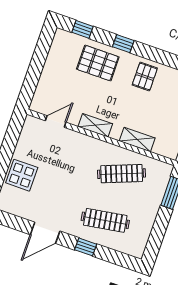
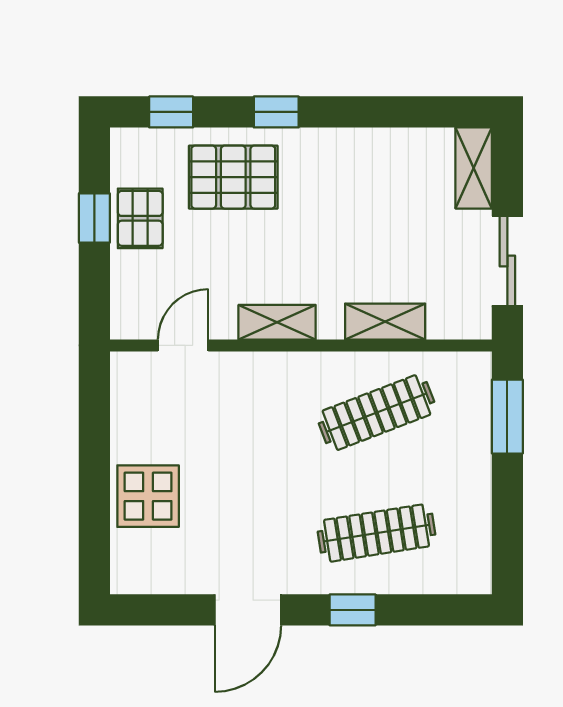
window: (38, 60) -> (94, 218), added
pallet: (145, 76) -> (140, 218), moved

